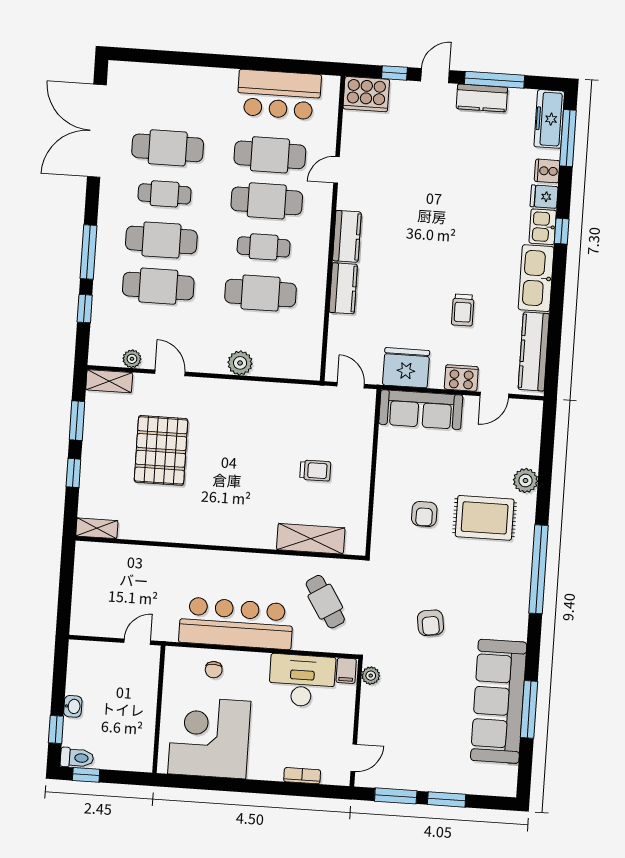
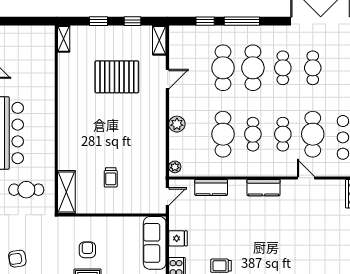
cafe table: (168, 148) -> (313, 68), width x0.73, depth x0.74
cafe table: (267, 201) -> (283, 134), width x0.73, depth x0.74
kitchen counter: (343, 288) -> (211, 187), moved
plant: (132, 359) -> (175, 167), moved
fridge: (406, 368) -> (178, 238), width x0.53, depth x0.75
window: (77, 421) -> (132, 21), width x0.67
armchair: (424, 514) -> (87, 250), turned 90
shelving: (311, 539) -> (66, 192), moved
cafe table: (325, 602) -> (26, 190), turned 32

